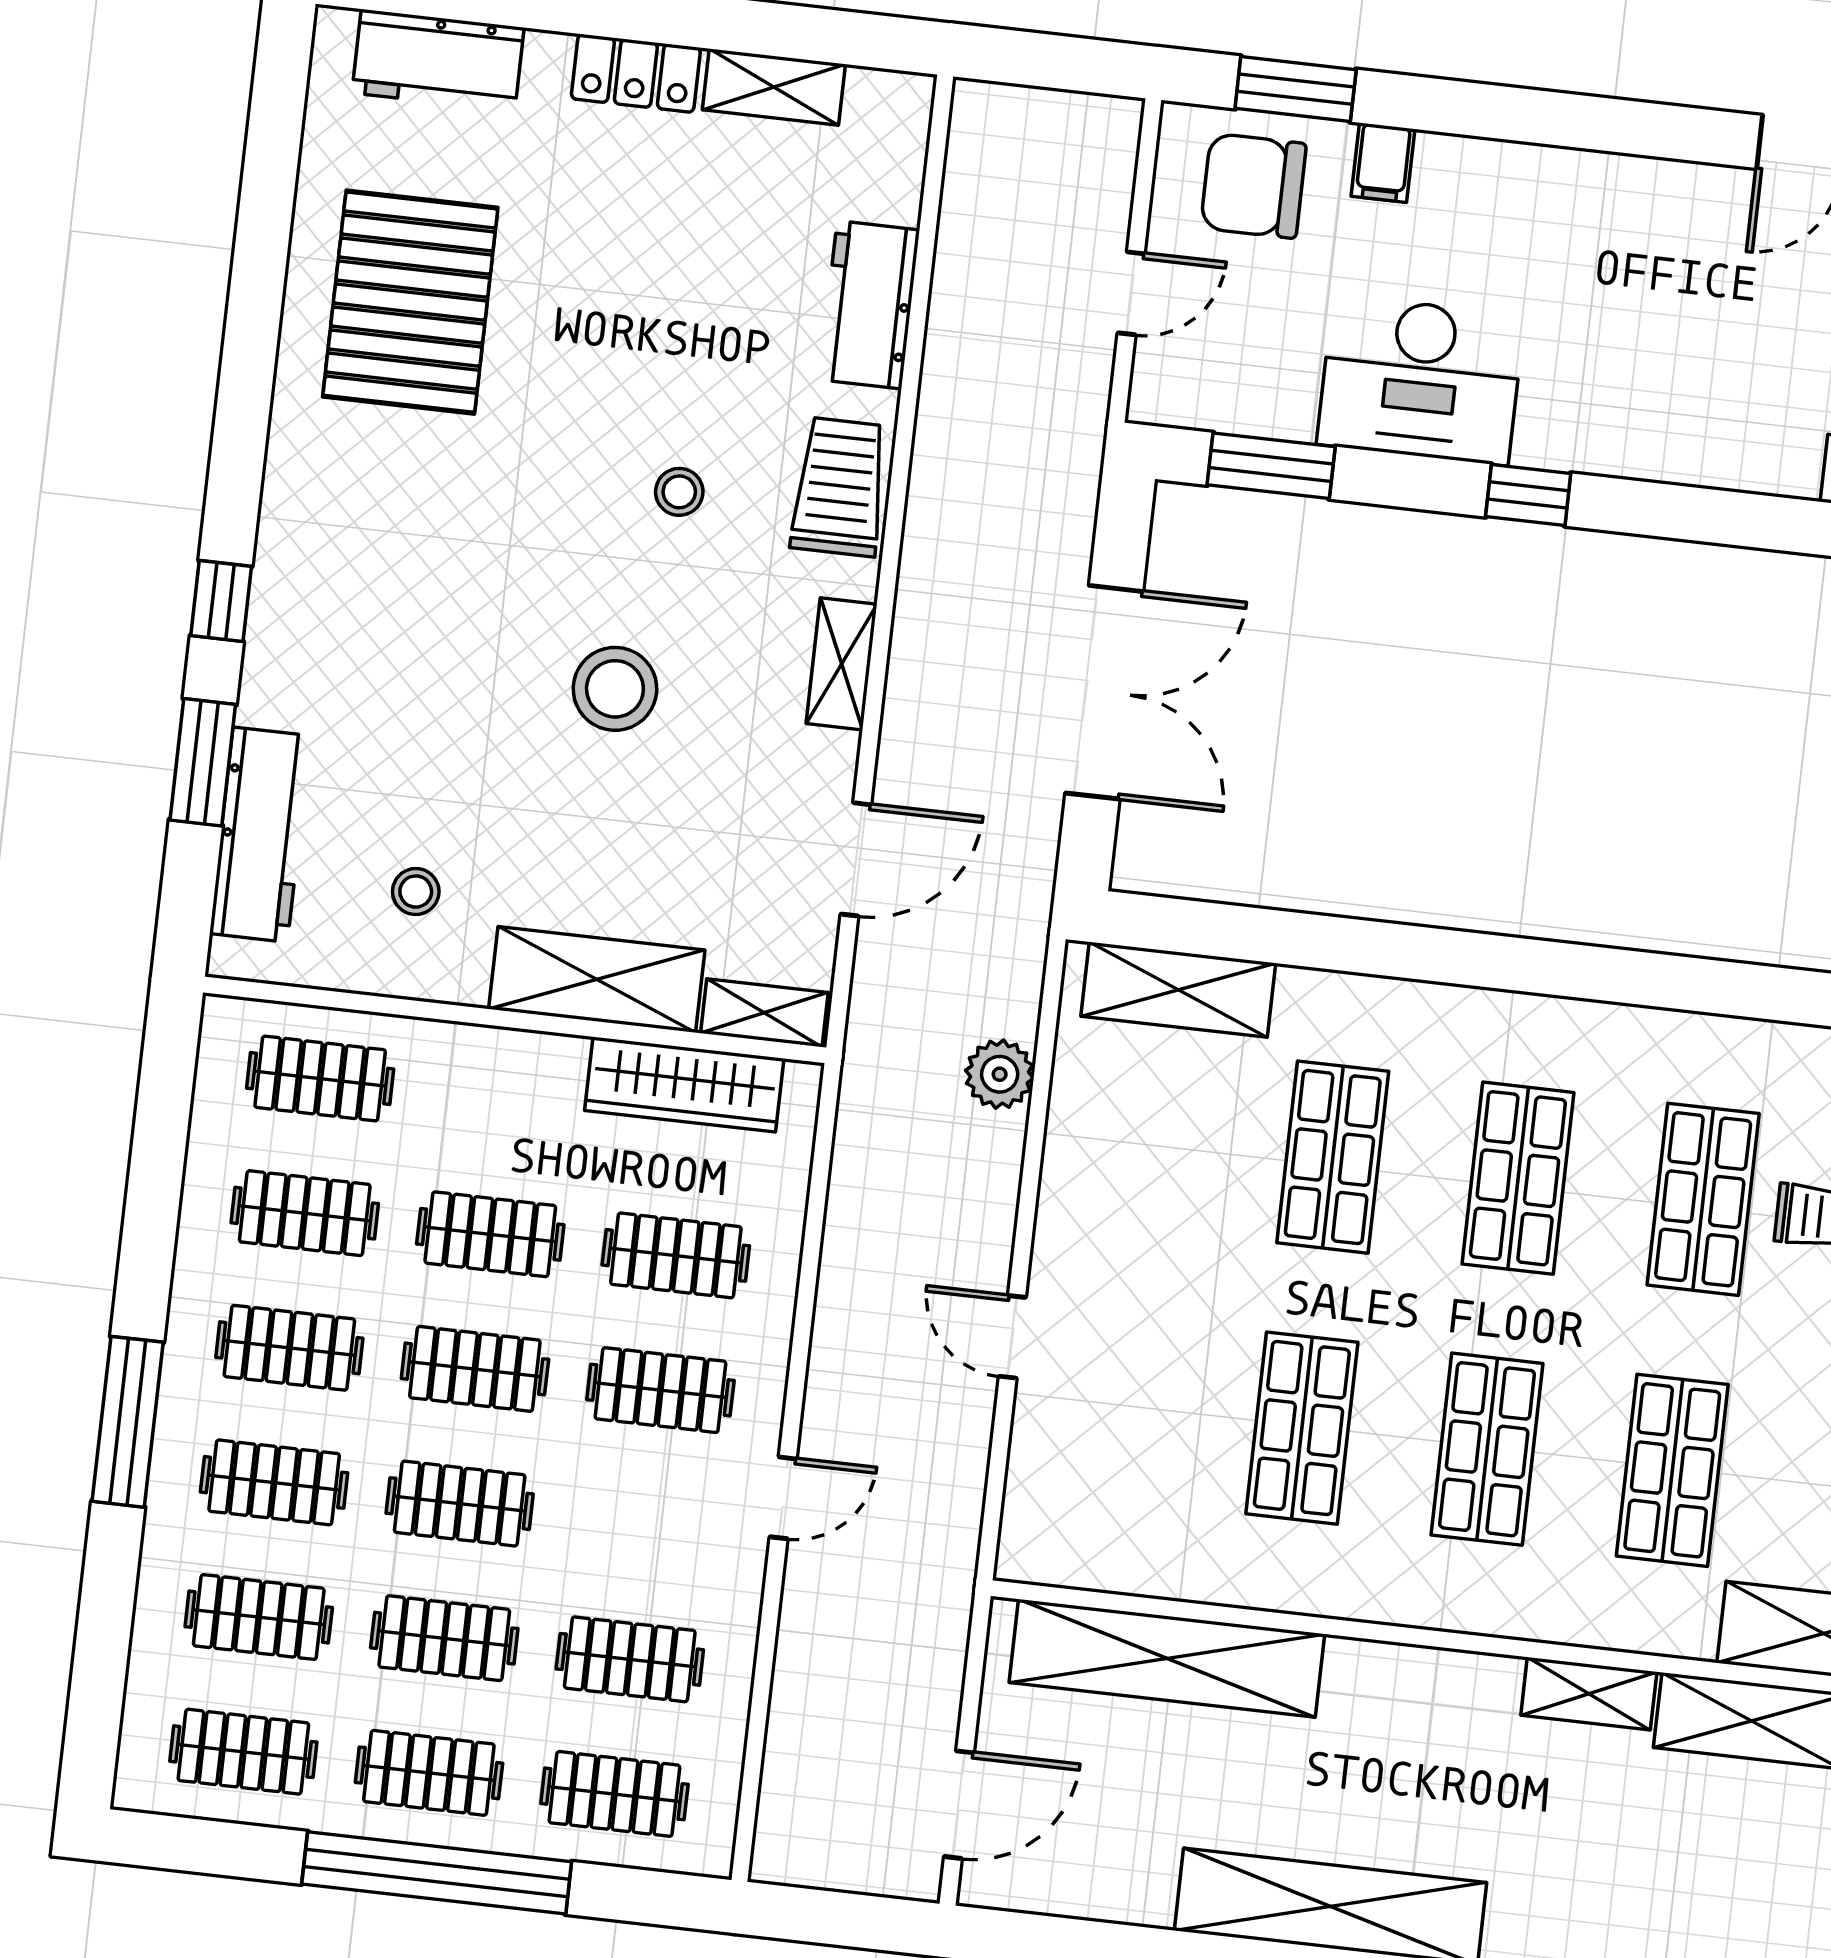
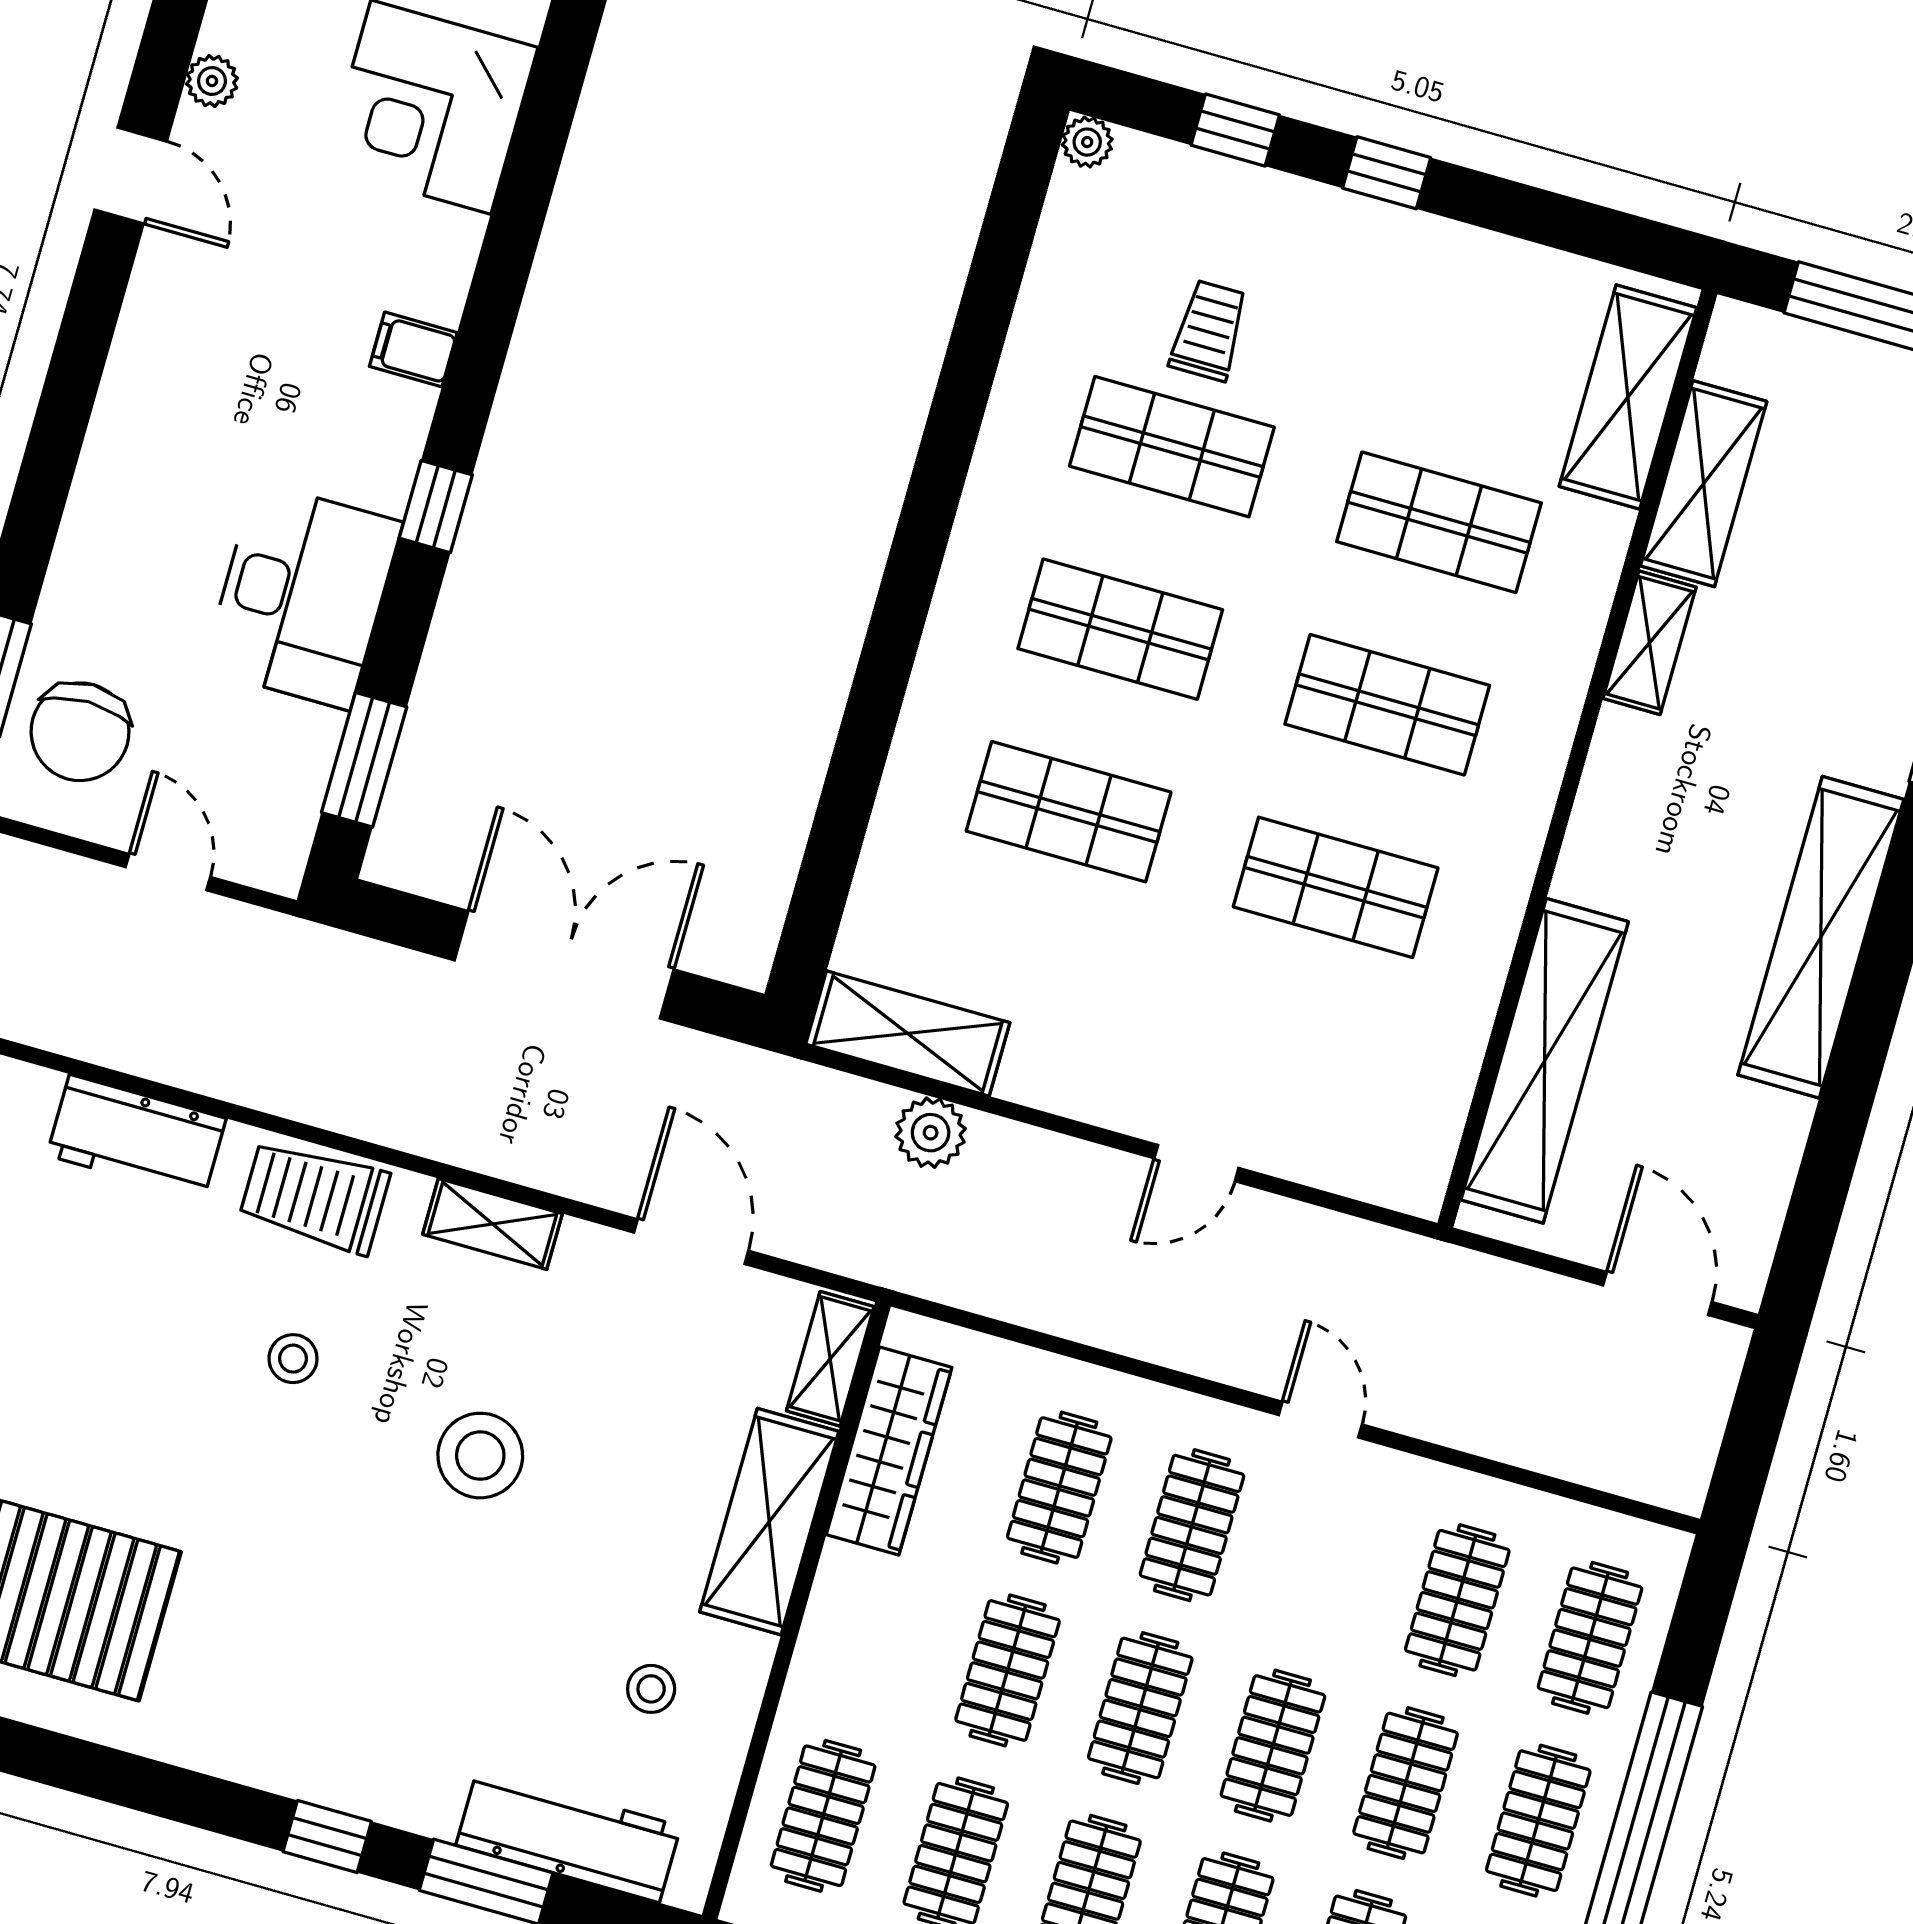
filing cabinet: (1383, 163) -> (413, 349), moved, turned 180
shelving: (1178, 990) -> (908, 1033), moved, turned 90

